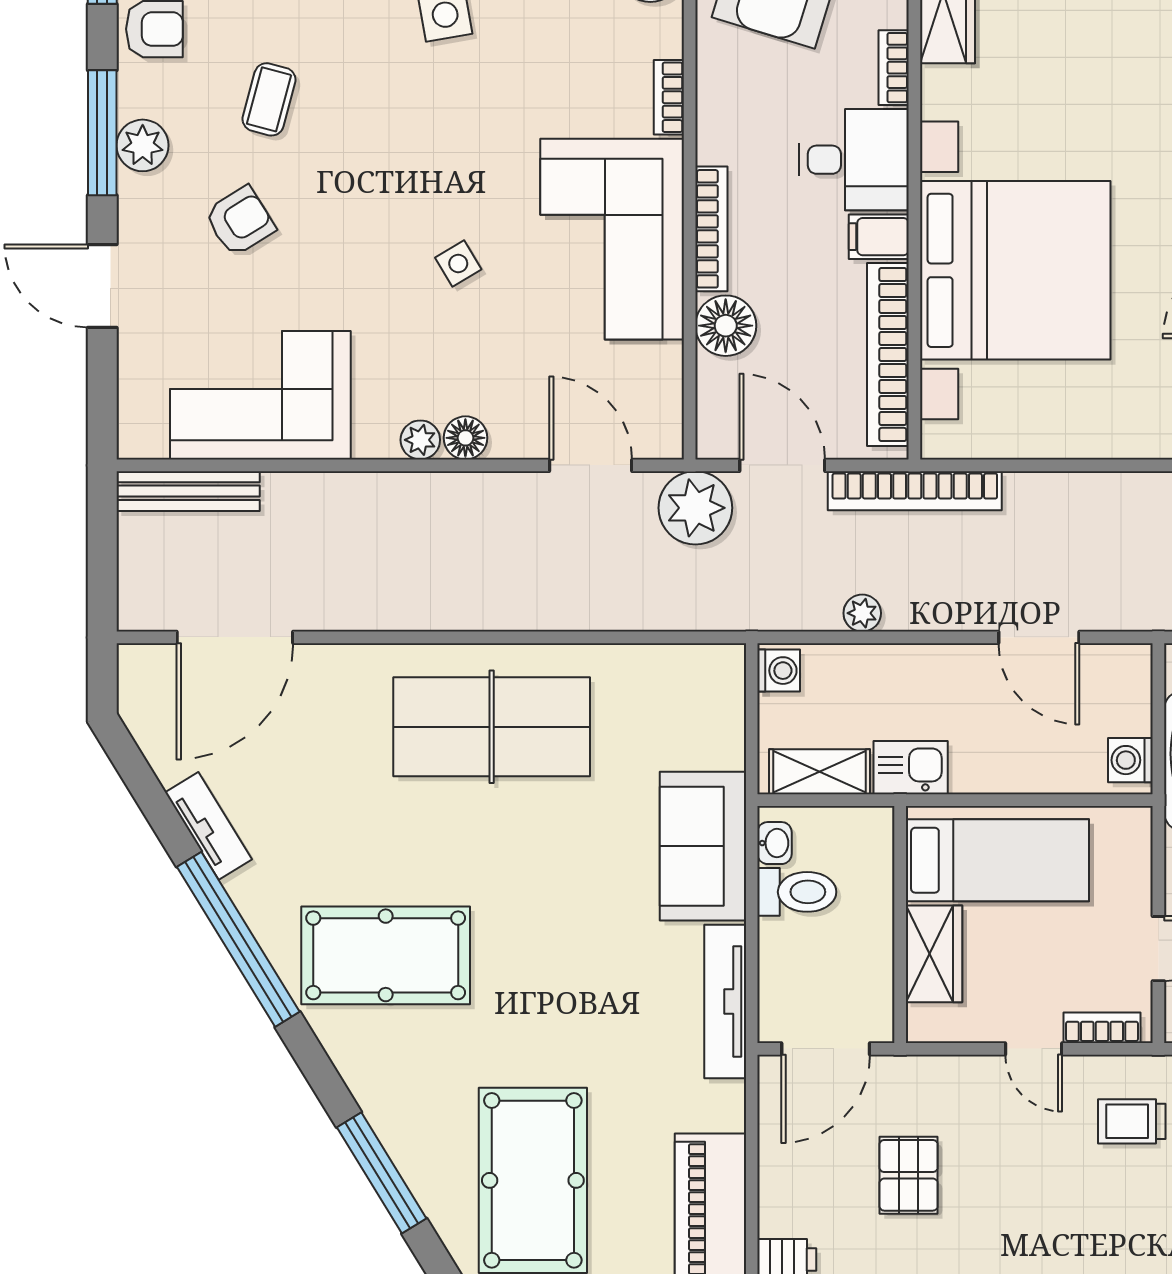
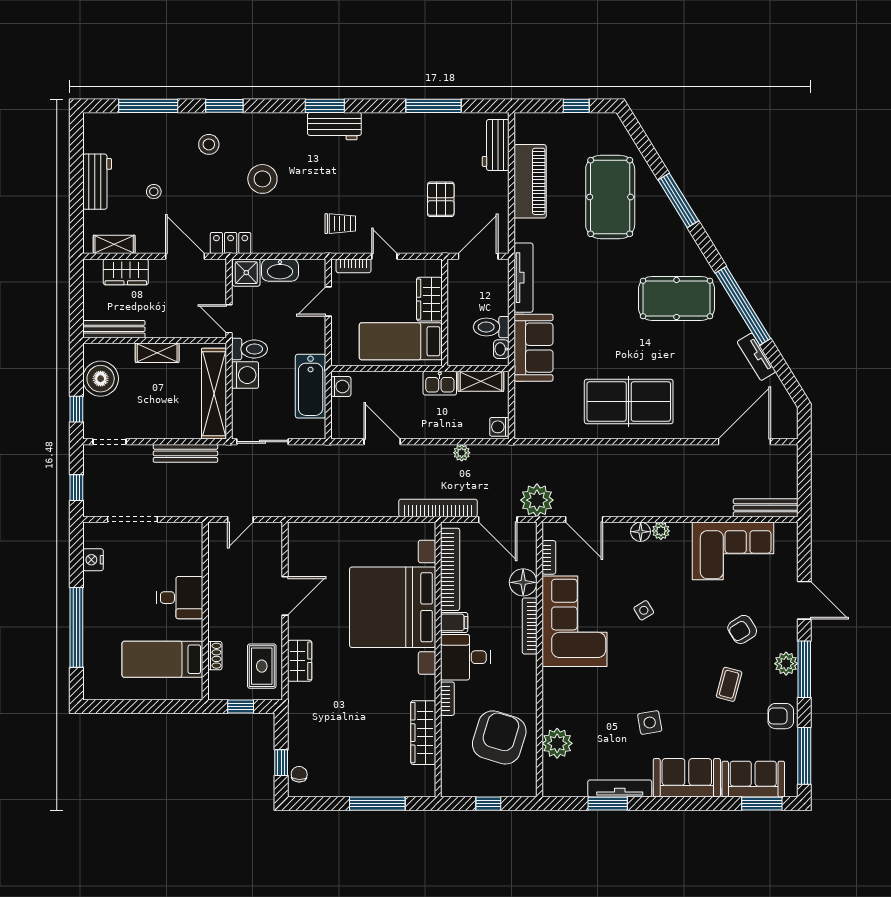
bookcase: (669, 97) -> (549, 557), moved

